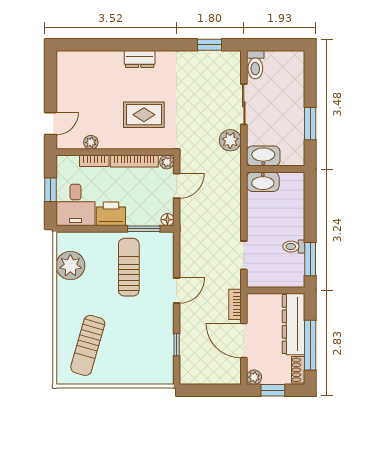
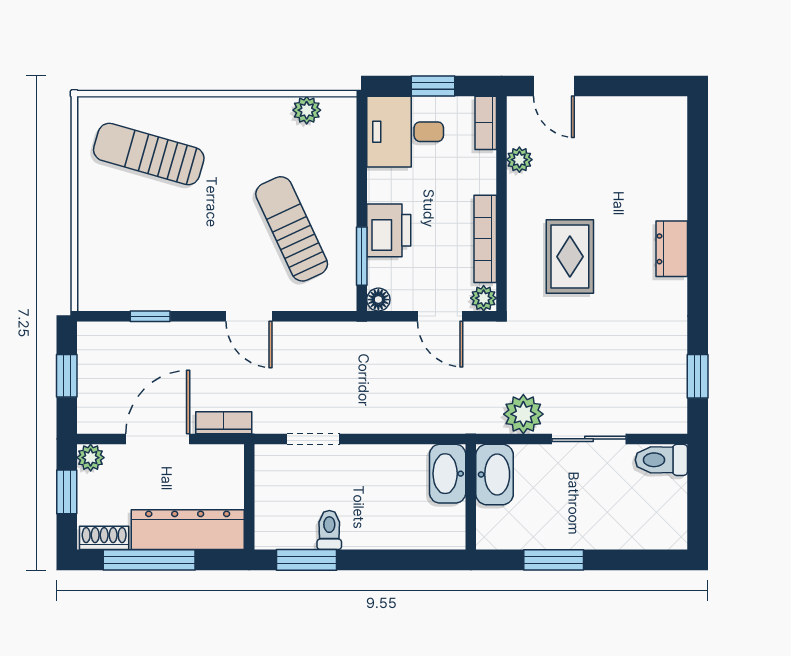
bookcase: (94, 161) -> (486, 123), moved
printer: (111, 214) -> (389, 230), moved
plant: (70, 266) -> (307, 110), width x0.53, depth x0.53
sun lounger: (129, 267) -> (292, 229), turned -115
window: (209, 390) -> (67, 376), added

